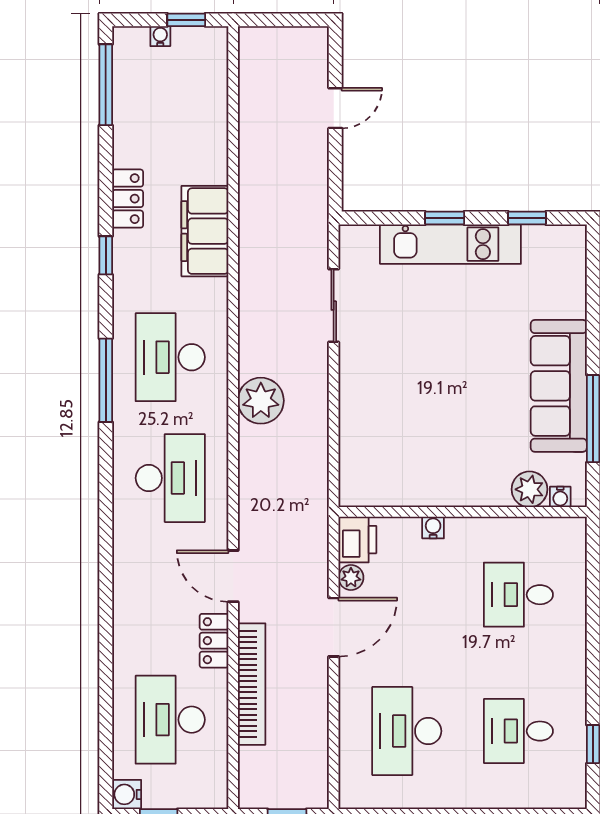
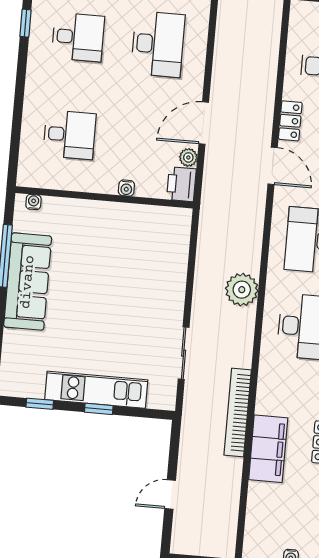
filing cabinet: (205, 231) -> (268, 449), moved
plant: (529, 489) -> (55, 209), removed
bookcase: (252, 684) -> (238, 413), moved

